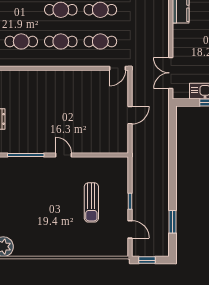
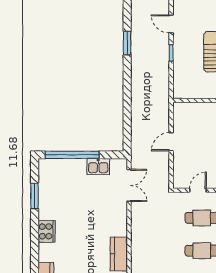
door: (117, 68) -> (198, 190), moved
window: (173, 222) -> (127, 43), moved

